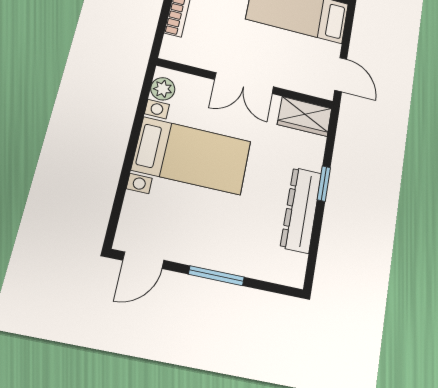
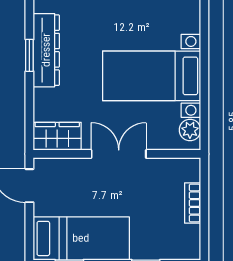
window: (324, 184) -> (29, 55), moved

